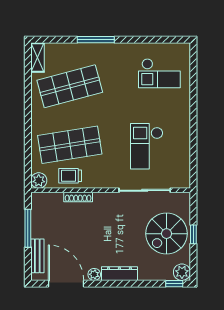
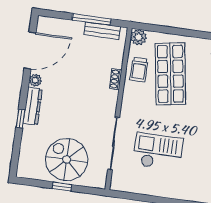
trolley: (70, 176) -> (139, 70), turned 180
shoe rack: (78, 197) -> (116, 79), width x0.70
bench: (37, 256) -> (102, 31), moved
plant: (182, 272) -> (25, 170), removed
window: (174, 284) -> (20, 119), moved

